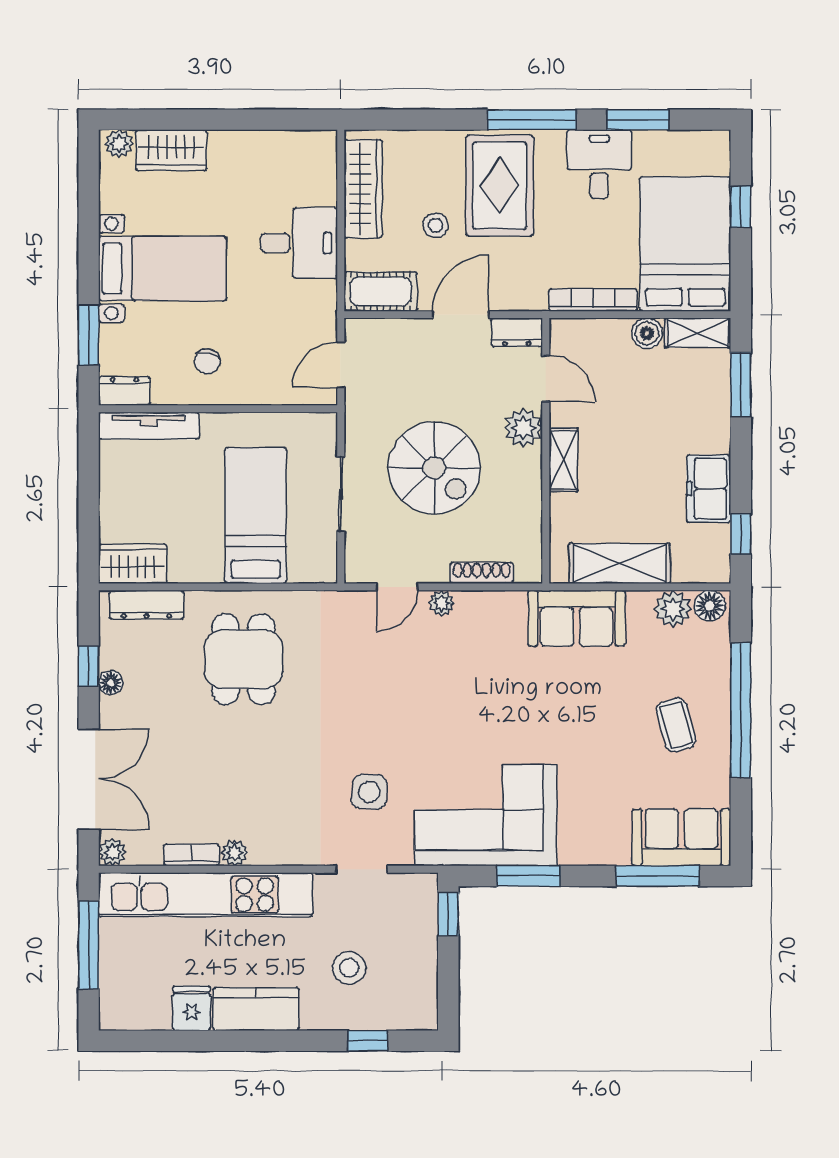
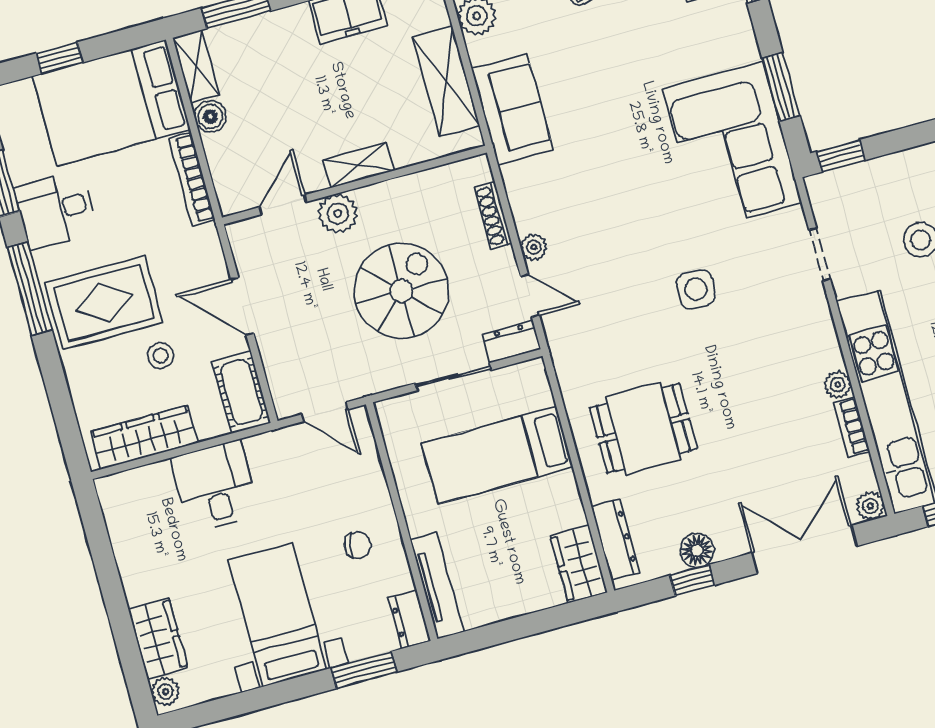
dresser: (517, 332) -> (511, 342), moved, turned -90
floor lamp: (111, 683) -> (697, 550), width x1.37, depth x1.37
side table: (369, 792) -> (696, 289), moved

